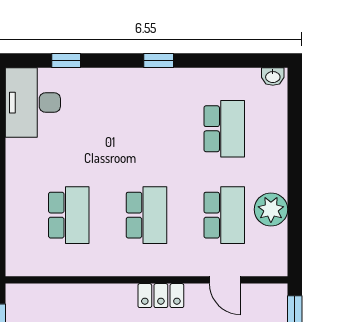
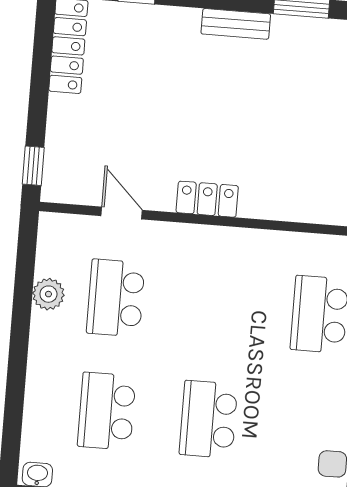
plant: (271, 209) -> (48, 294), width x0.73, depth x0.73
school desk: (146, 215) -> (208, 419), moved

